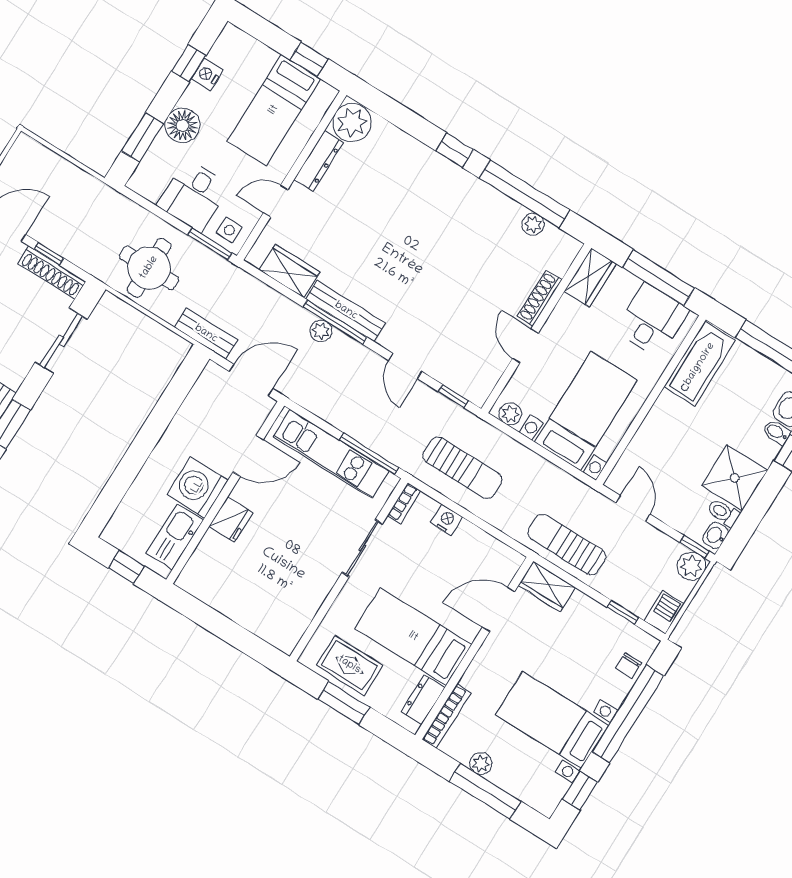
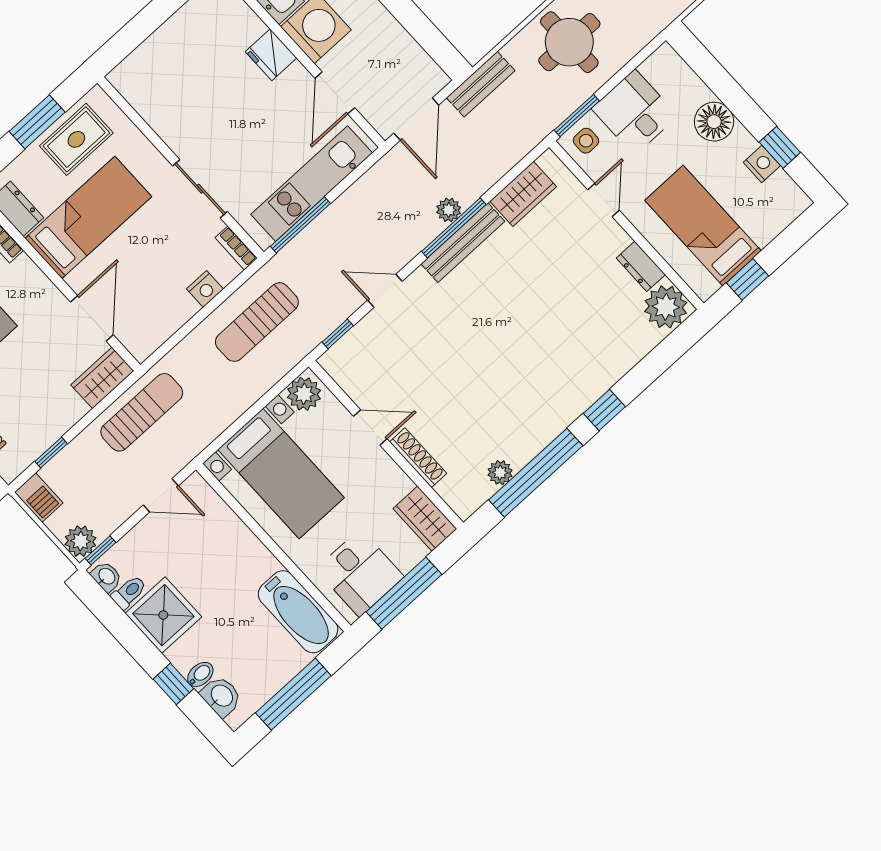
window: (142, 137) -> (713, 74), removed
dresser: (319, 161) -> (641, 266), width x0.70
plant: (510, 414) -> (304, 394), width x1.38, depth x1.38

